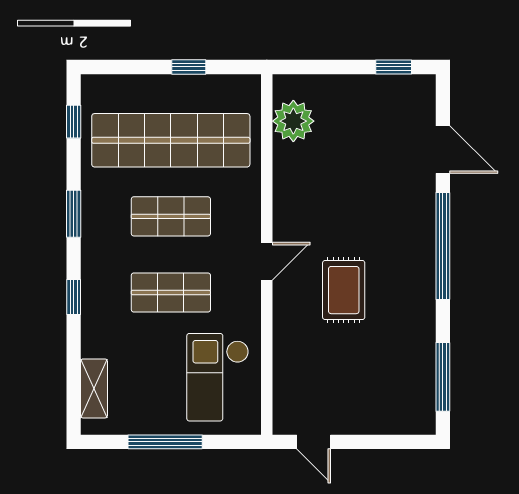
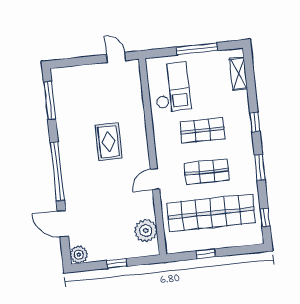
window: (394, 67) -> (117, 263), moved
plant: (420, 90) -> (79, 255), added
door: (267, 261) -> (155, 179), moved

